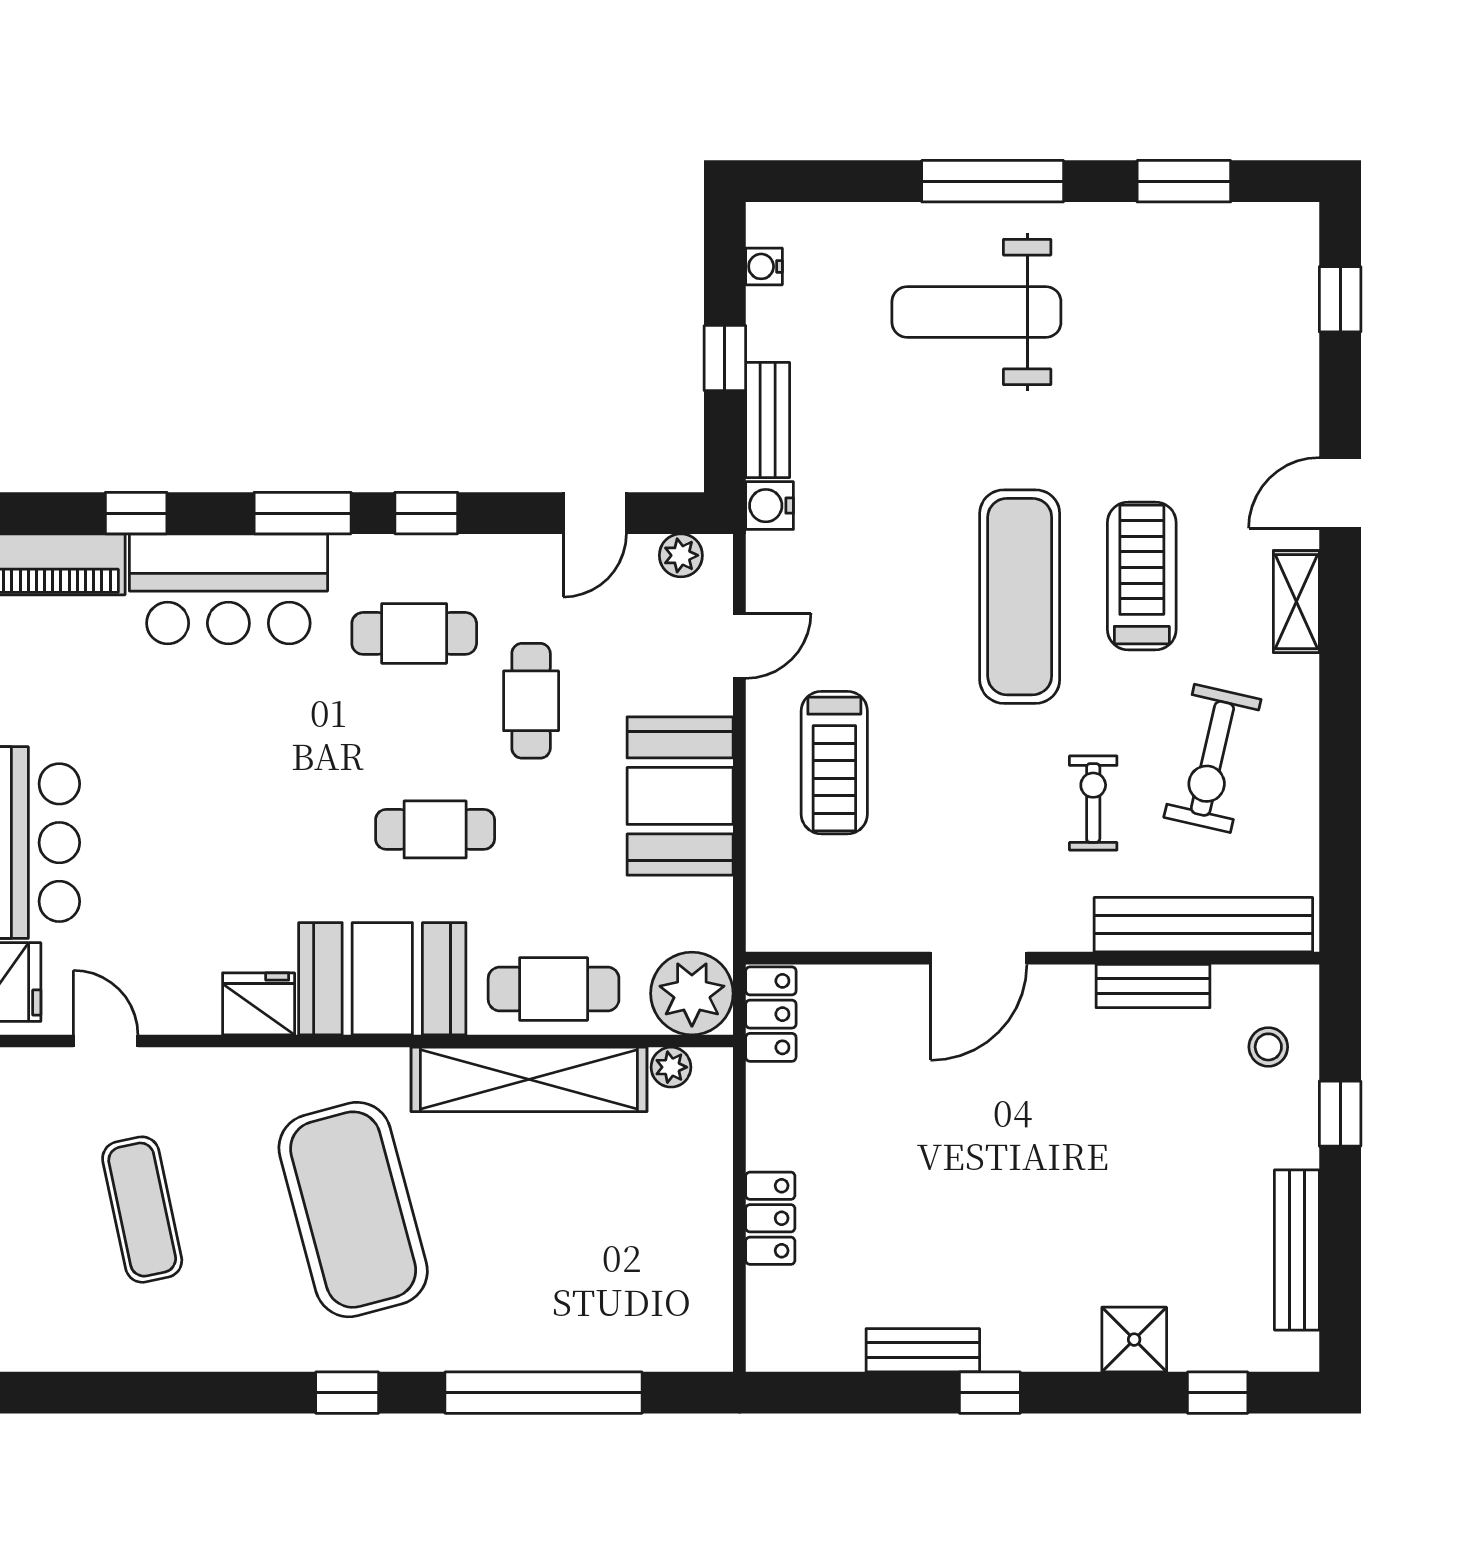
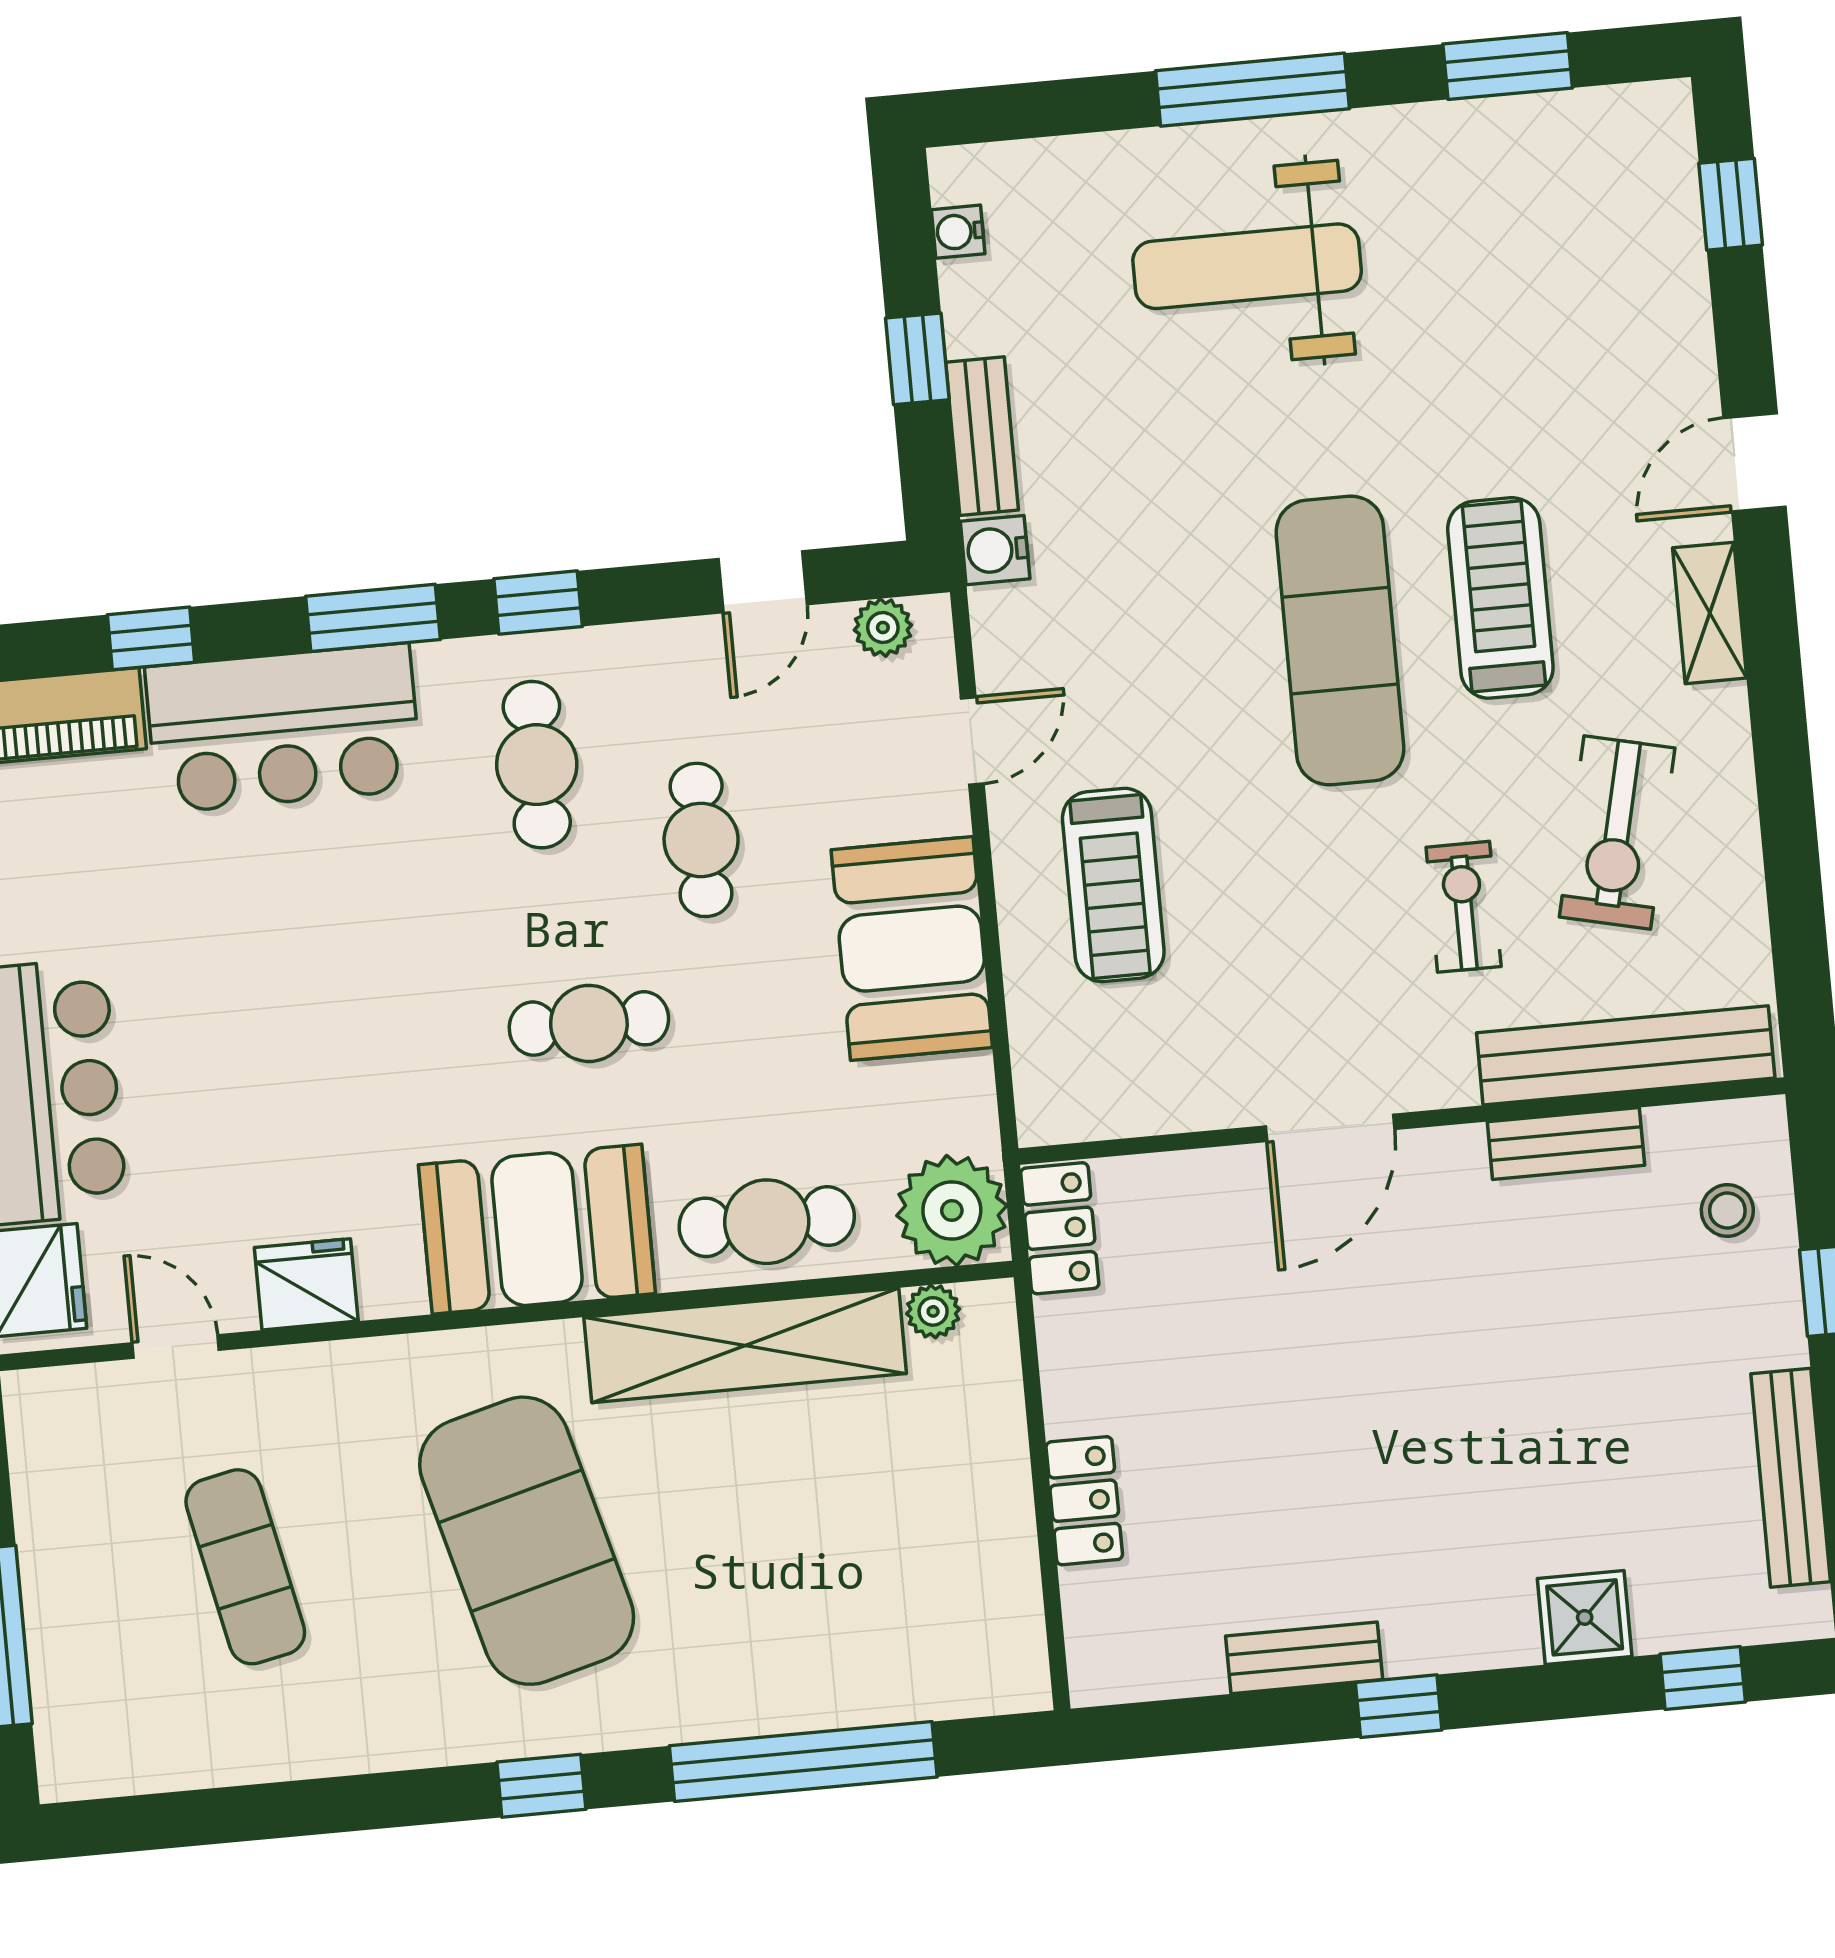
cafe table: (414, 633) -> (537, 765), turned 90
fridge: (259, 1004) -> (306, 1284), moved

